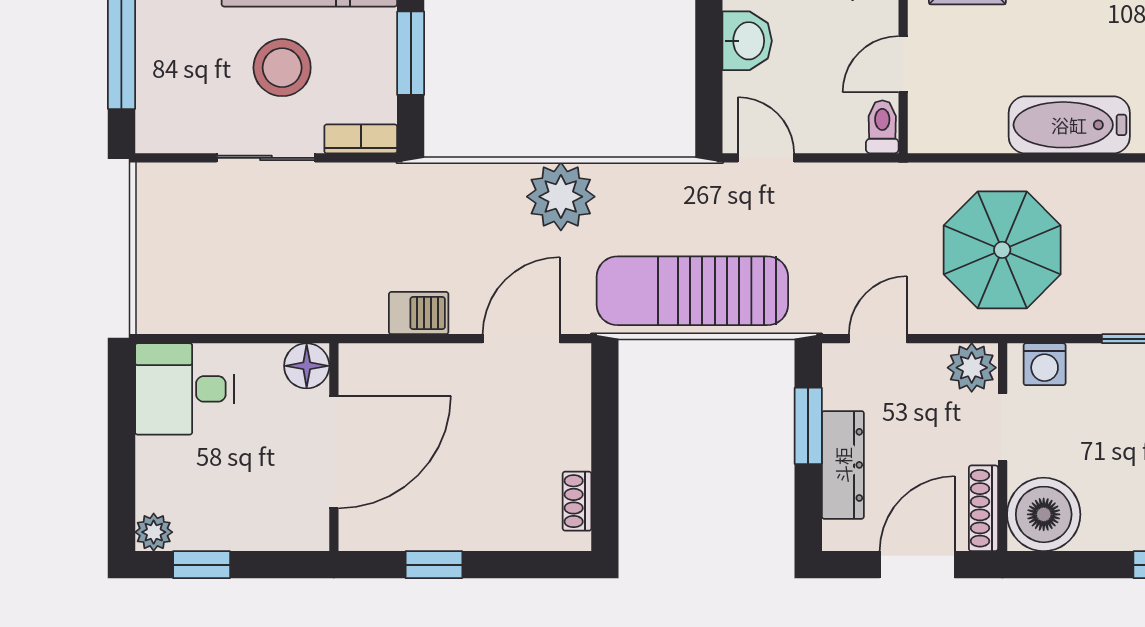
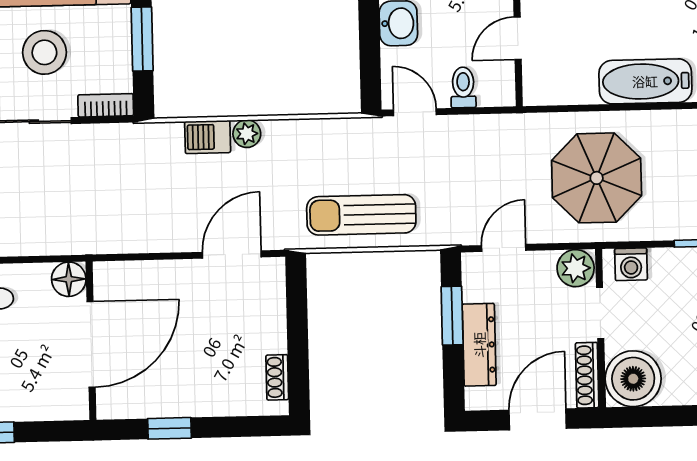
toilet: (882, 127) -> (463, 87), moved
plant: (561, 197) -> (247, 134), width x0.53, depth x0.53
sun lounger: (692, 291) -> (361, 215), width x0.73, depth x0.75
barbecue: (419, 313) -> (208, 137), moved, turned 180

